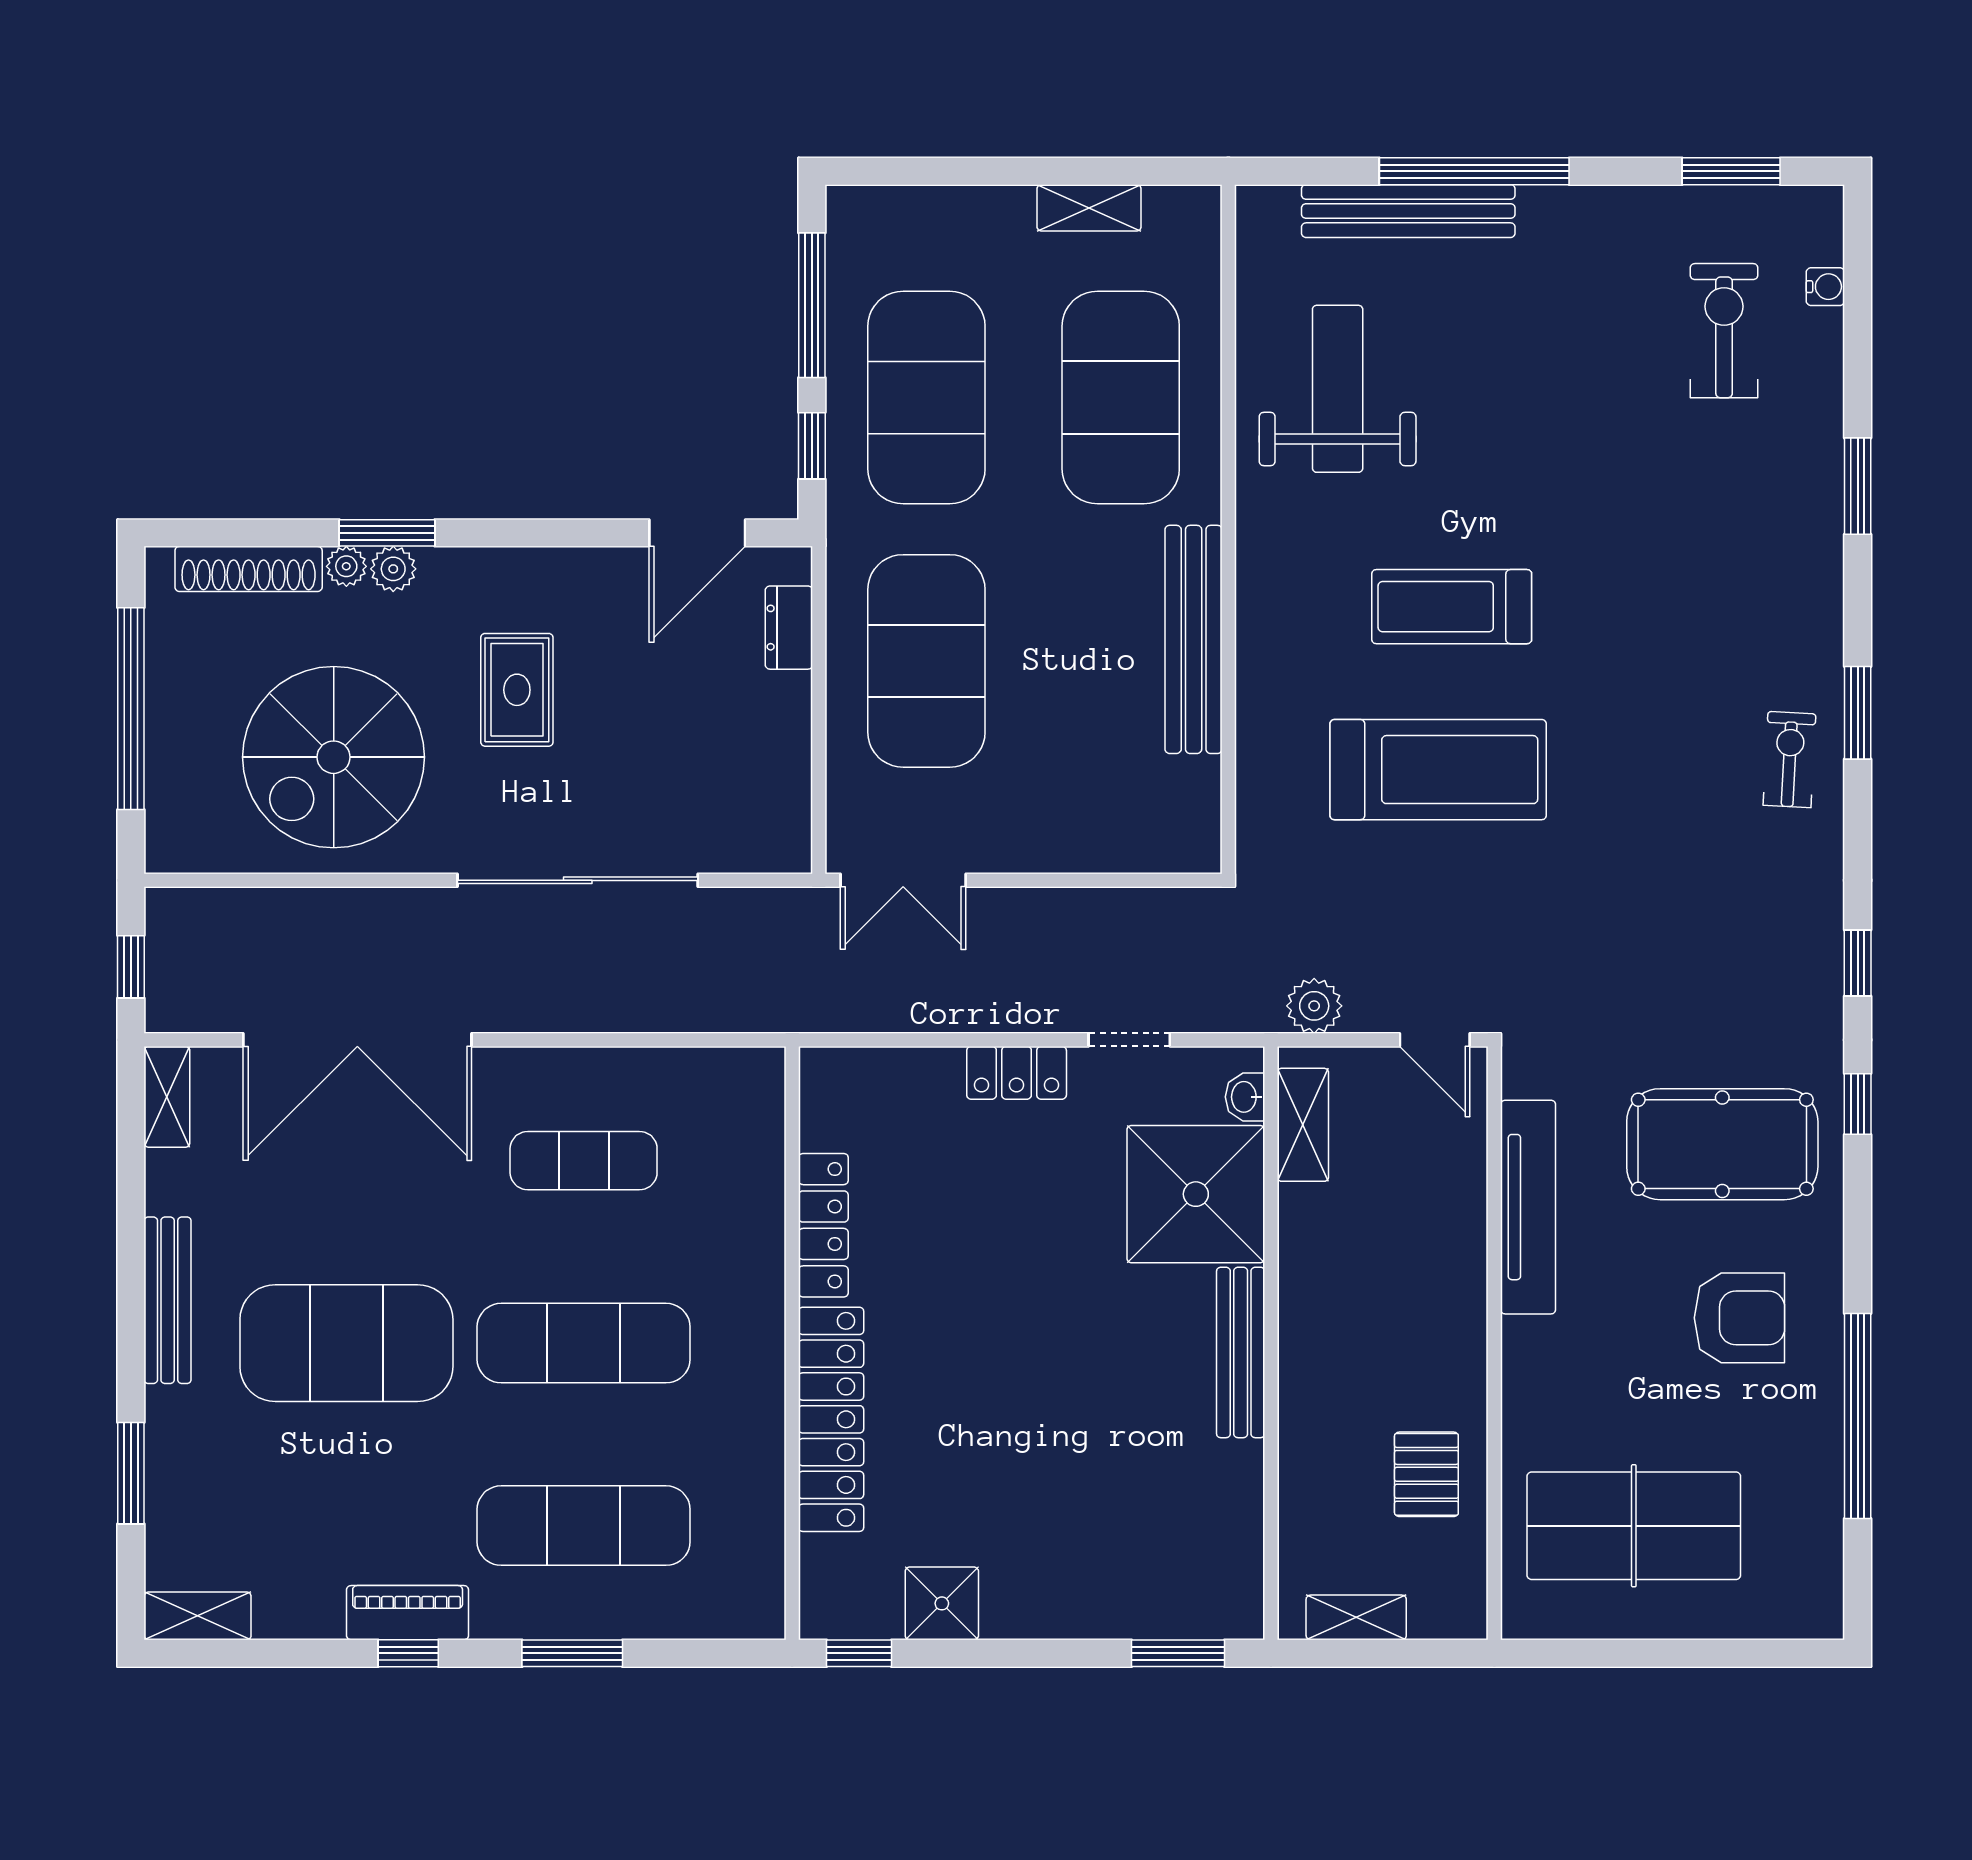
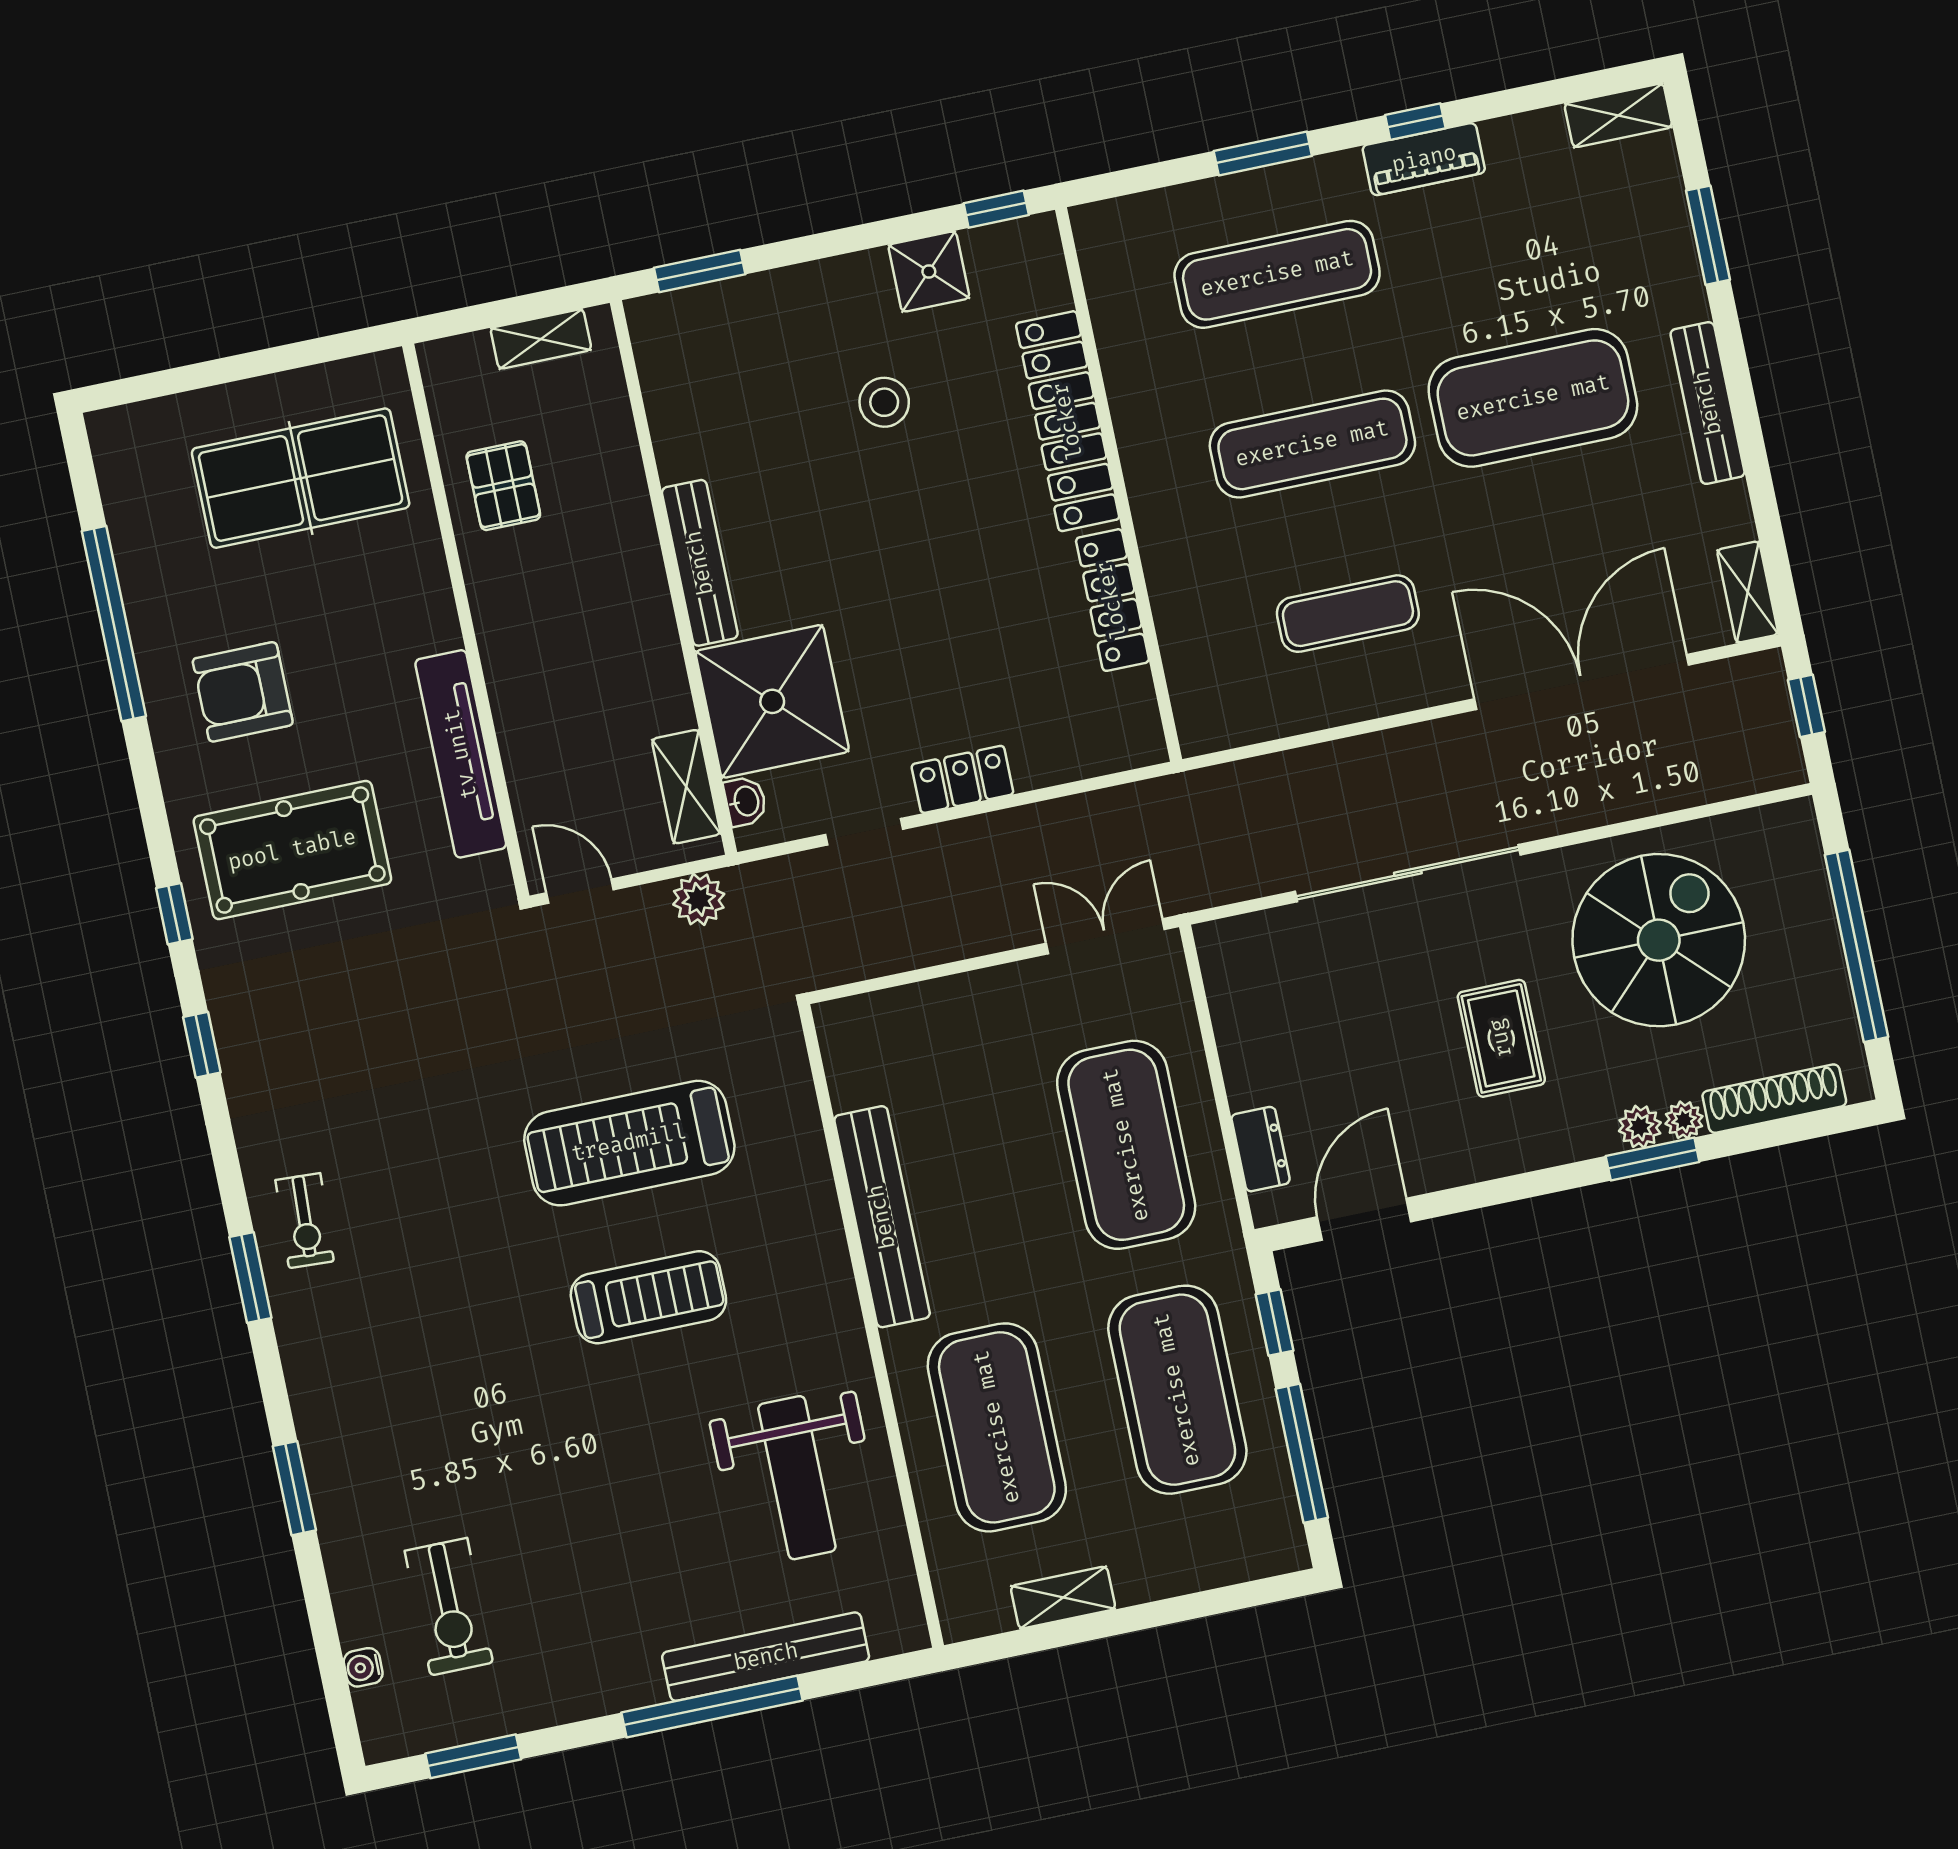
stool: (1016, 1478) -> (884, 402), added

